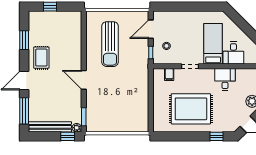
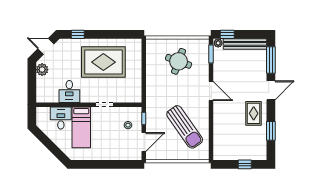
sun lounger: (110, 44) -> (185, 127), turned 145
filing cabinet: (169, 75) -> (125, 96), removed
round table: (116, 109) -> (179, 61), added

